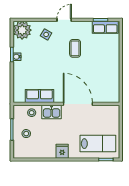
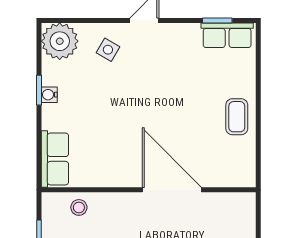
coffee table: (75, 48) -> (237, 117), moved
row of seats: (39, 96) -> (55, 159), moved, turned 90
kitchen sink: (52, 112) -> (119, 206), removed

